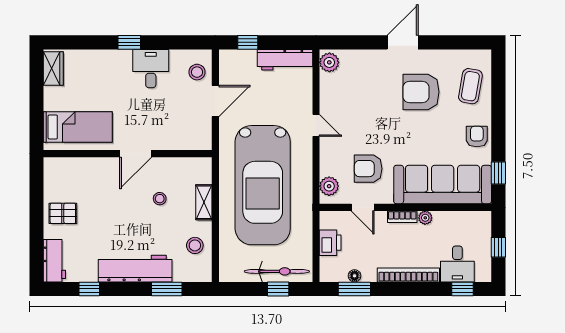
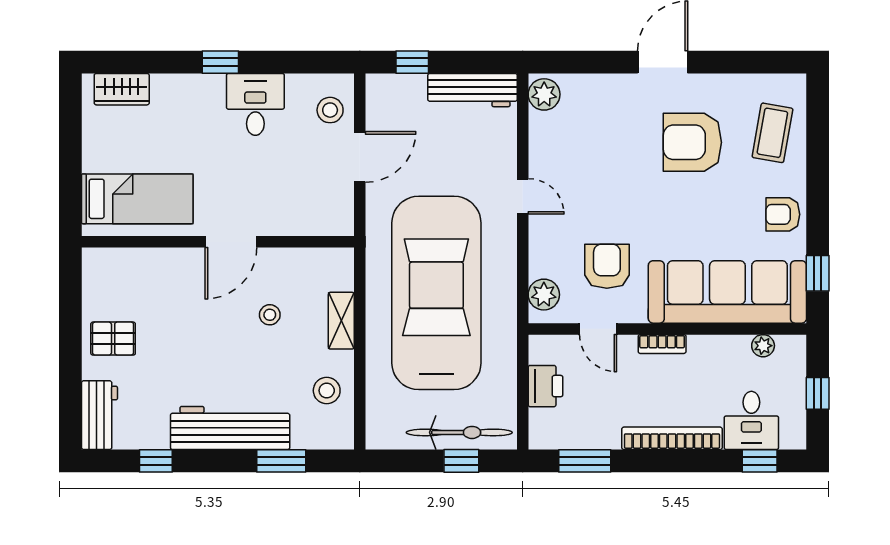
wardrobe: (53, 69) -> (122, 89), moved, turned 90
armchair: (477, 137) -> (783, 214), turned -90
armchair: (368, 169) -> (607, 266), turned 90
car: (263, 185) -> (436, 293), turned 180
plant: (425, 218) -> (763, 346), moved
floor lamp: (355, 276) -> (585, 440), removed

